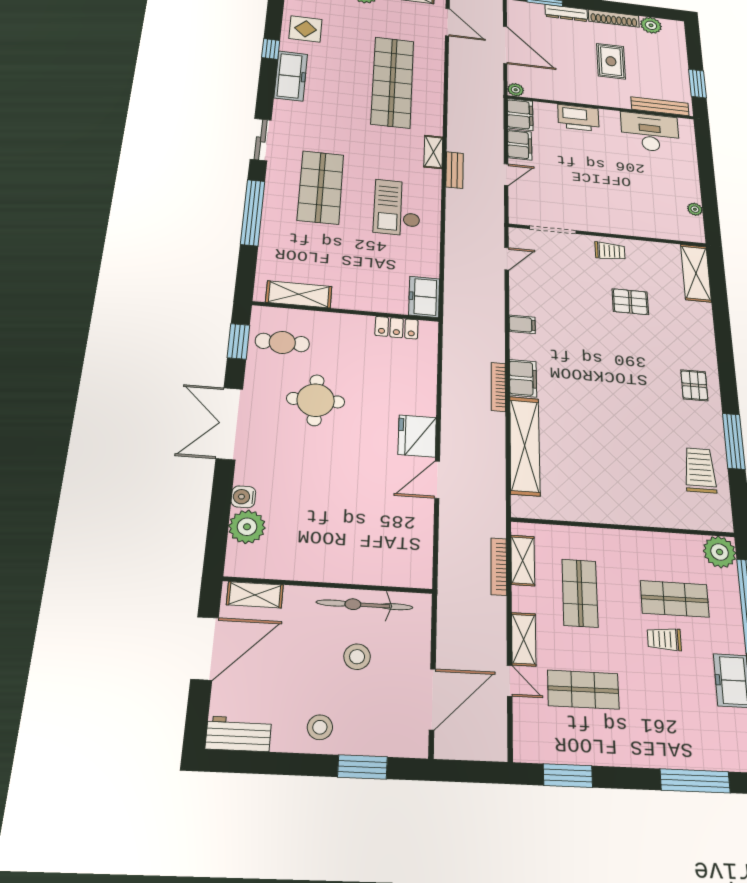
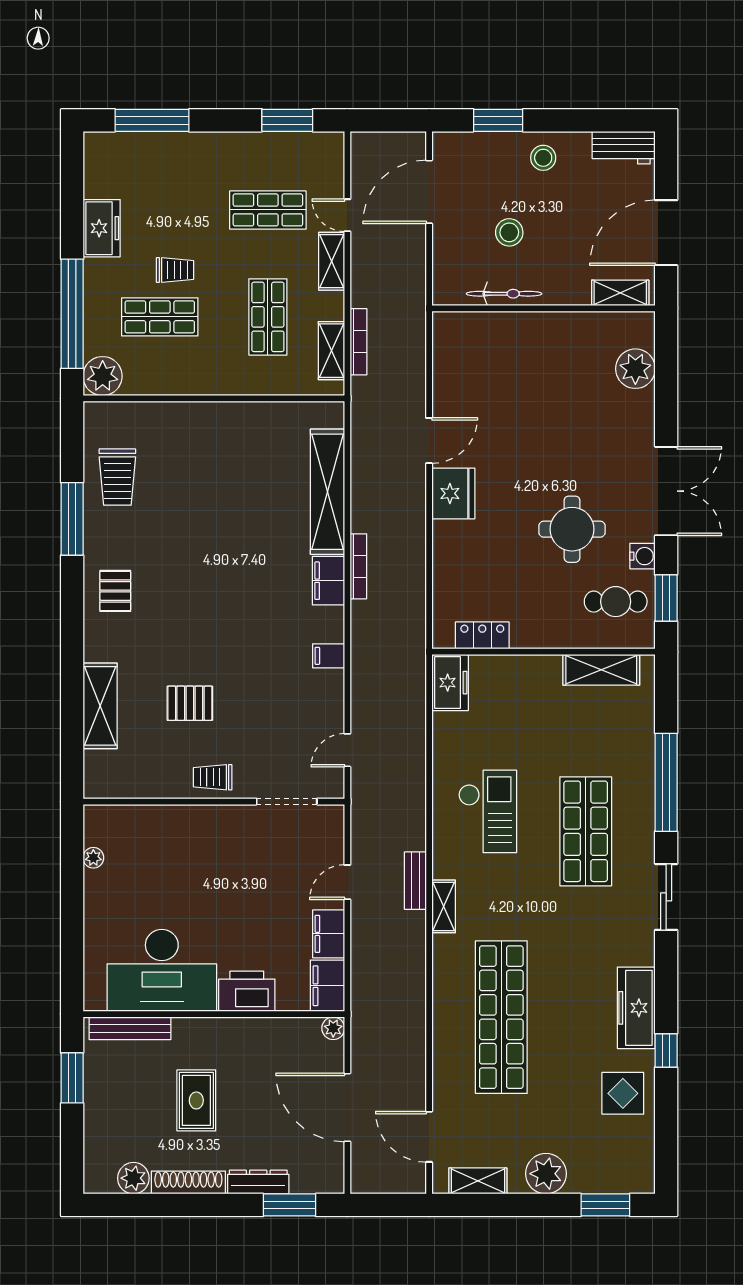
desk: (650, 132) -> (162, 970), width x1.36, depth x1.30
shelving: (696, 273) -> (100, 706), moved
water cooler: (243, 497) -> (643, 556), moved
bicycle: (365, 605) -> (504, 294), width x0.73, depth x0.71

